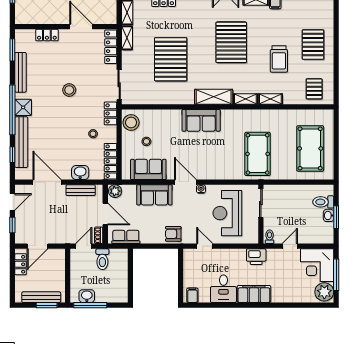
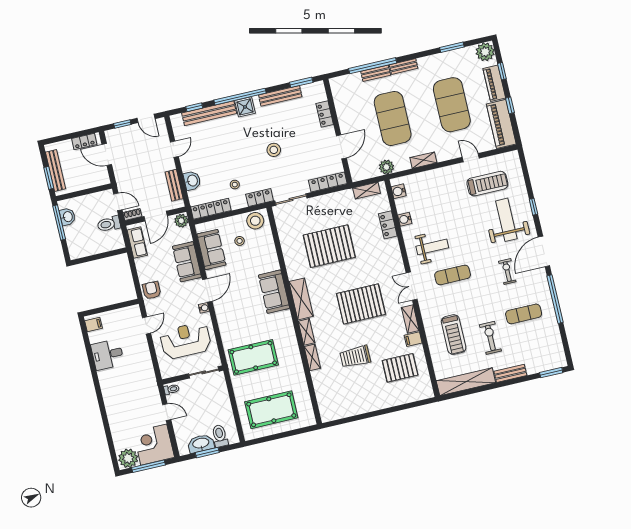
shelving: (127, 38) -> (341, 196), removed
pallet: (313, 45) -> (400, 368), moved
pallet: (314, 89) -> (333, 400), removed
door: (47, 182) -> (174, 149), width x0.53
washbasin: (329, 215) -> (201, 444), width x1.91, depth x1.45
printer: (256, 257) -> (148, 380), removed
filing cabinet: (254, 294) -> (109, 387), removed

